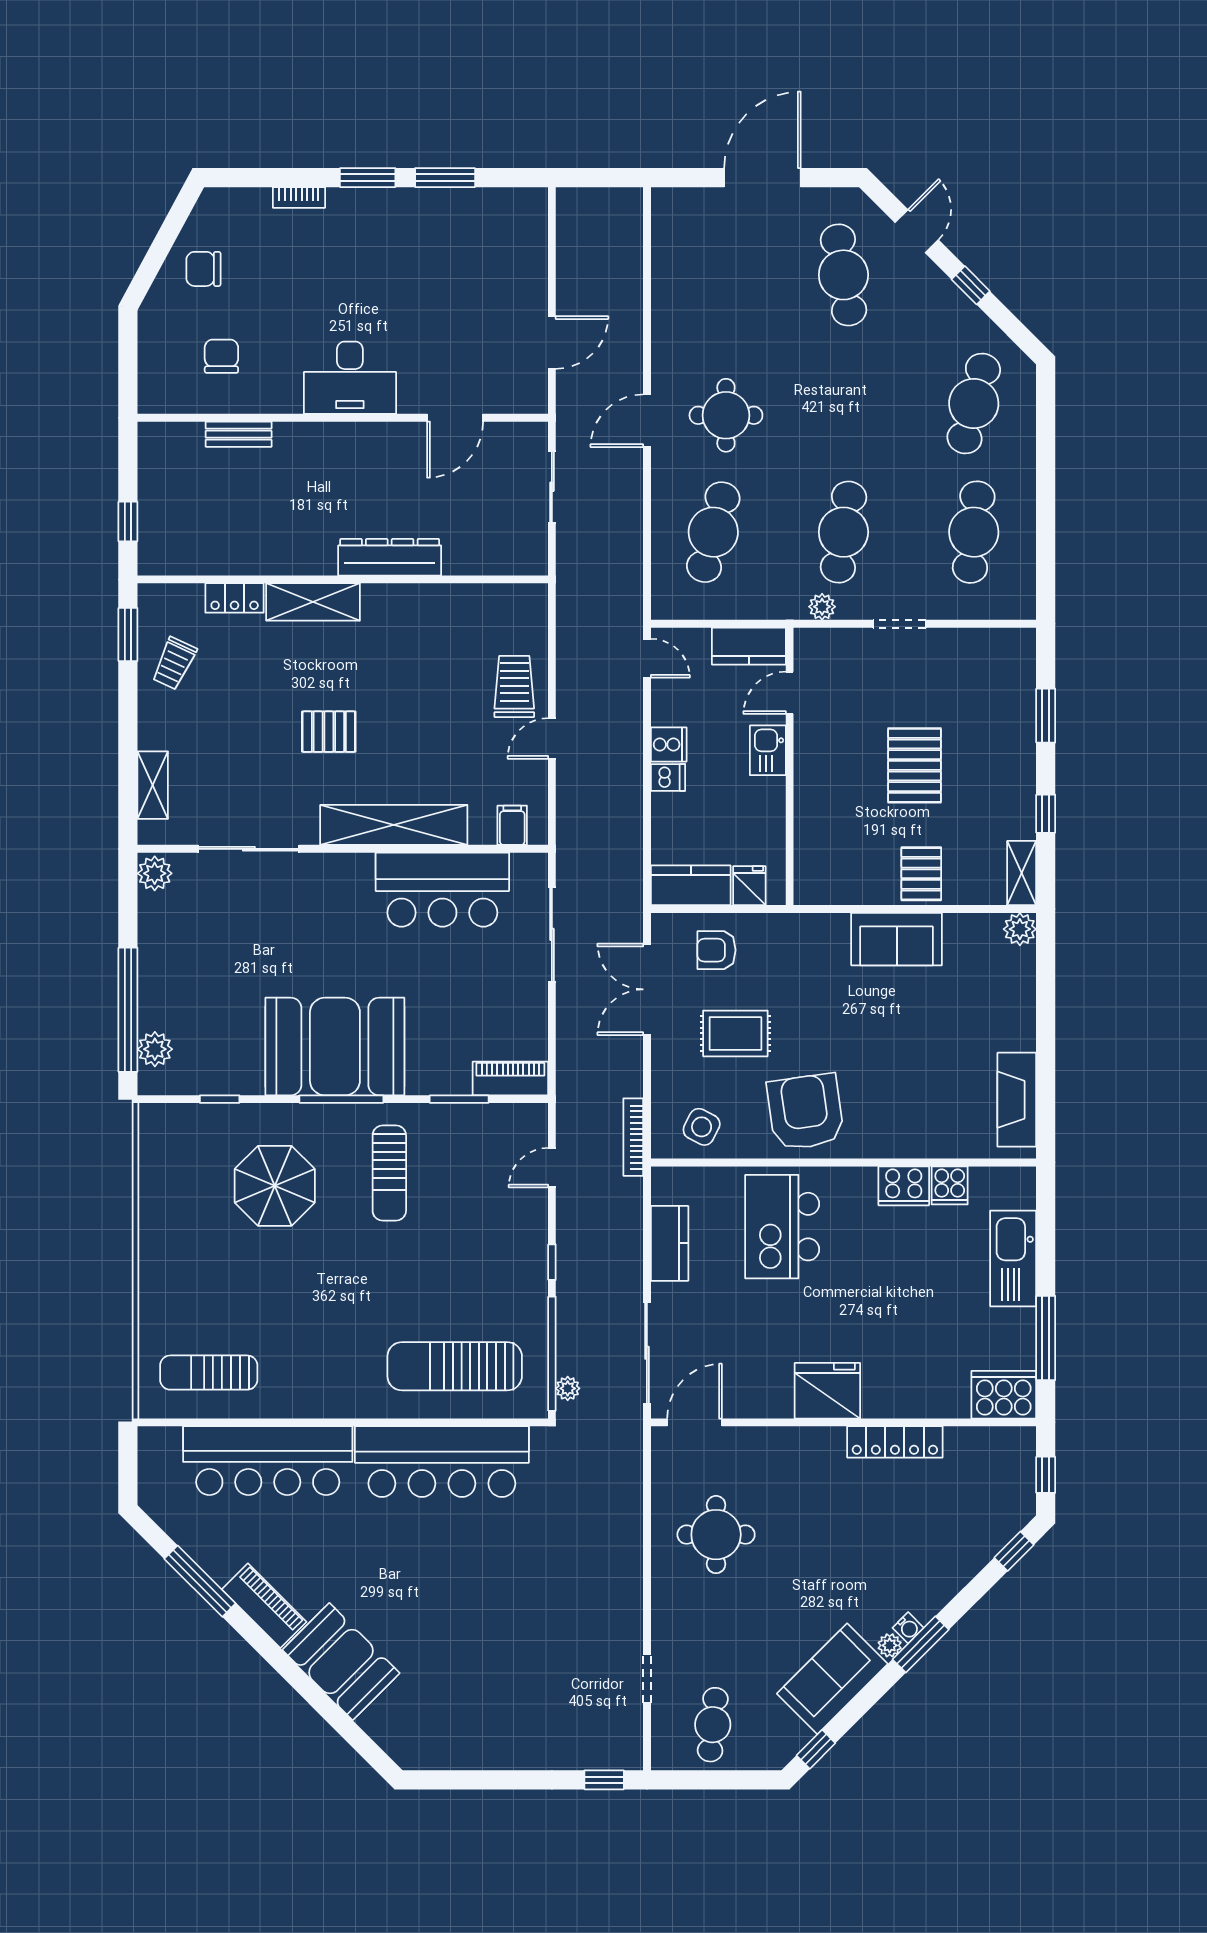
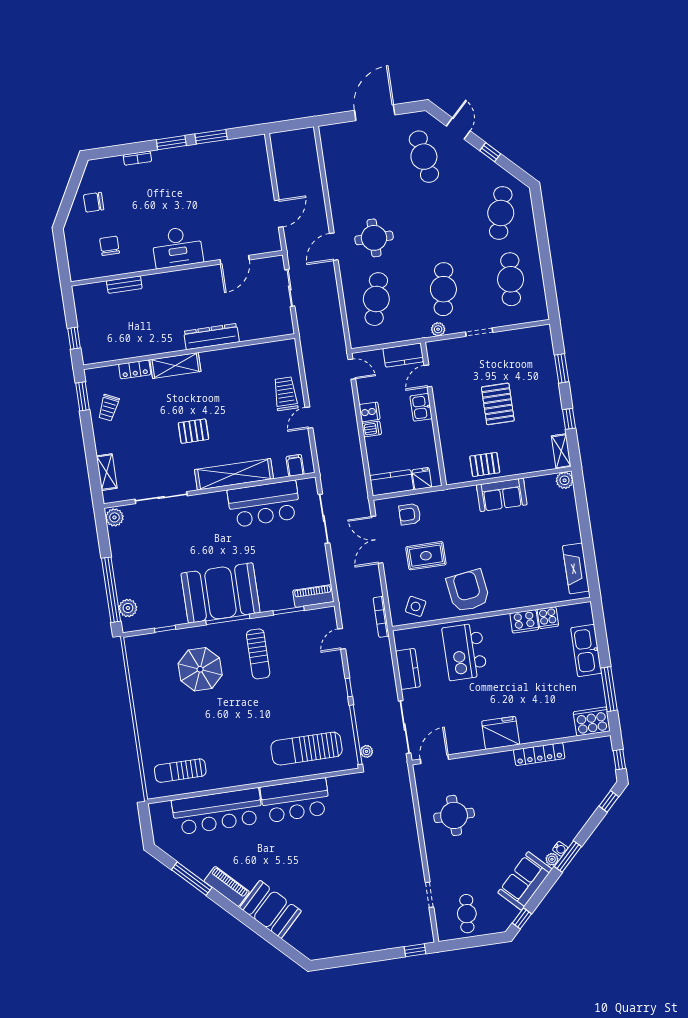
pallet: (921, 874) -> (485, 464), moved, turned 90
bar counter: (442, 1462) -> (295, 800), width x0.73

